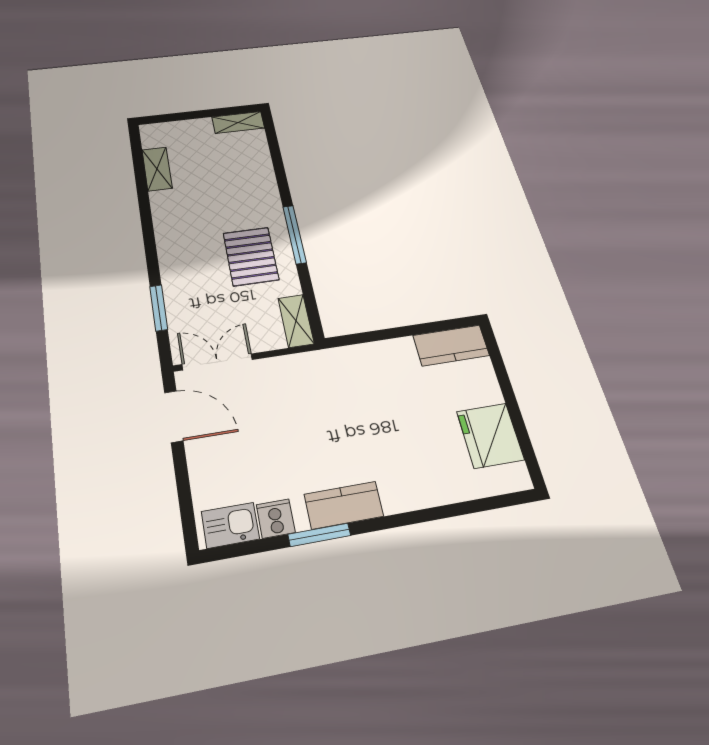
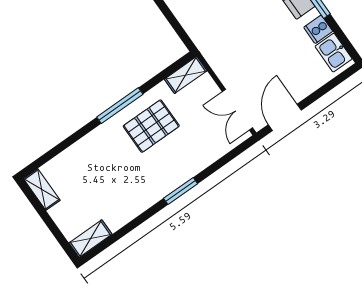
shelving: (157, 169) -> (90, 239), moved
window: (159, 308) -> (181, 191), moved

